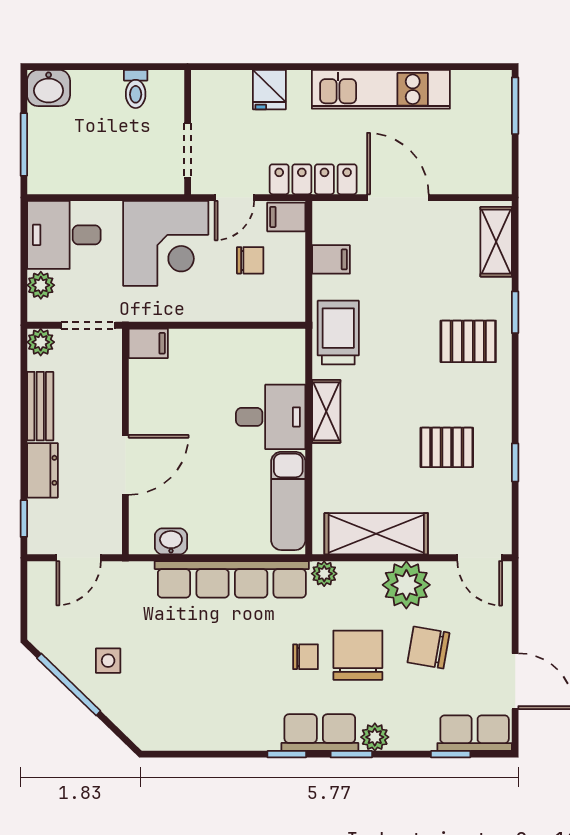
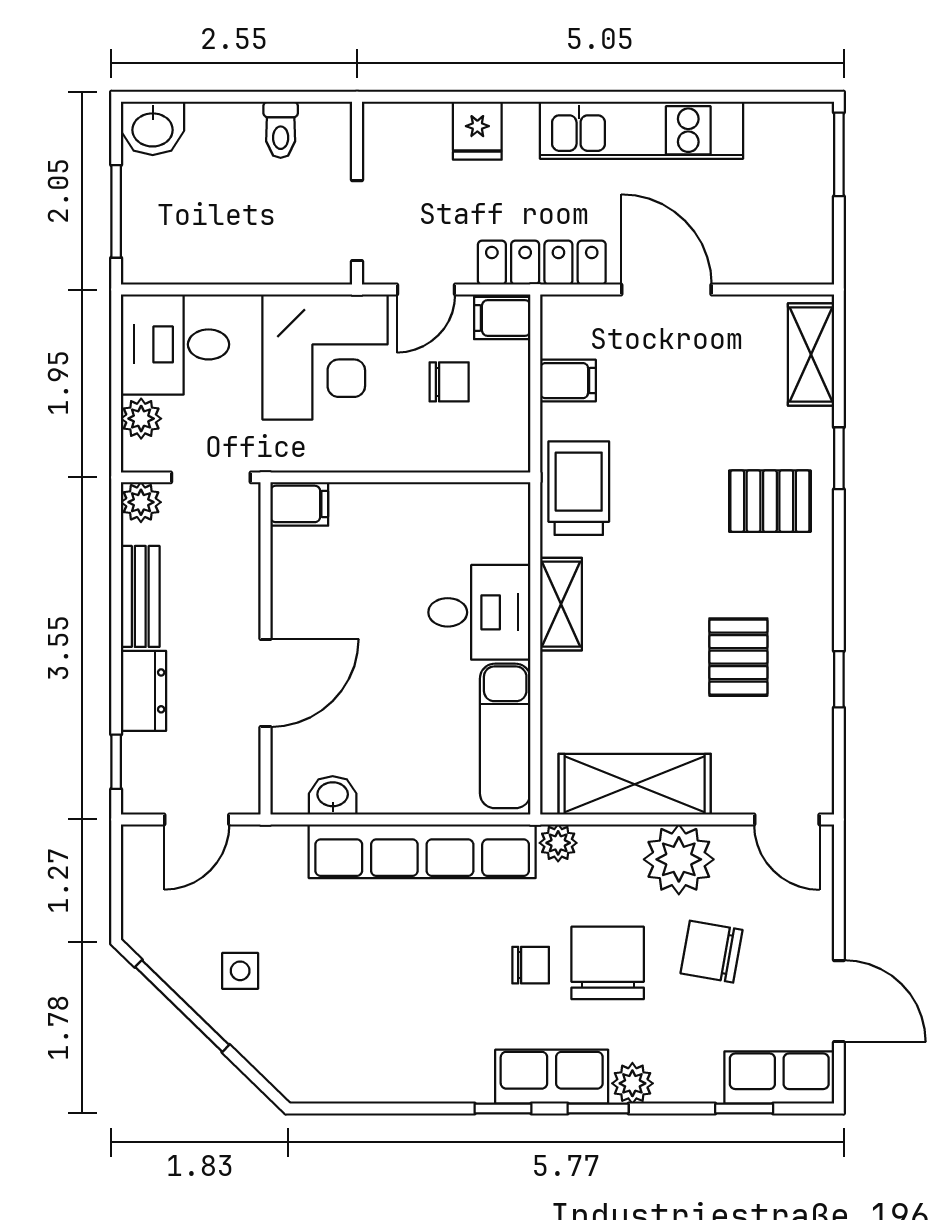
pallet: (447, 447) -> (738, 657), turned 90

